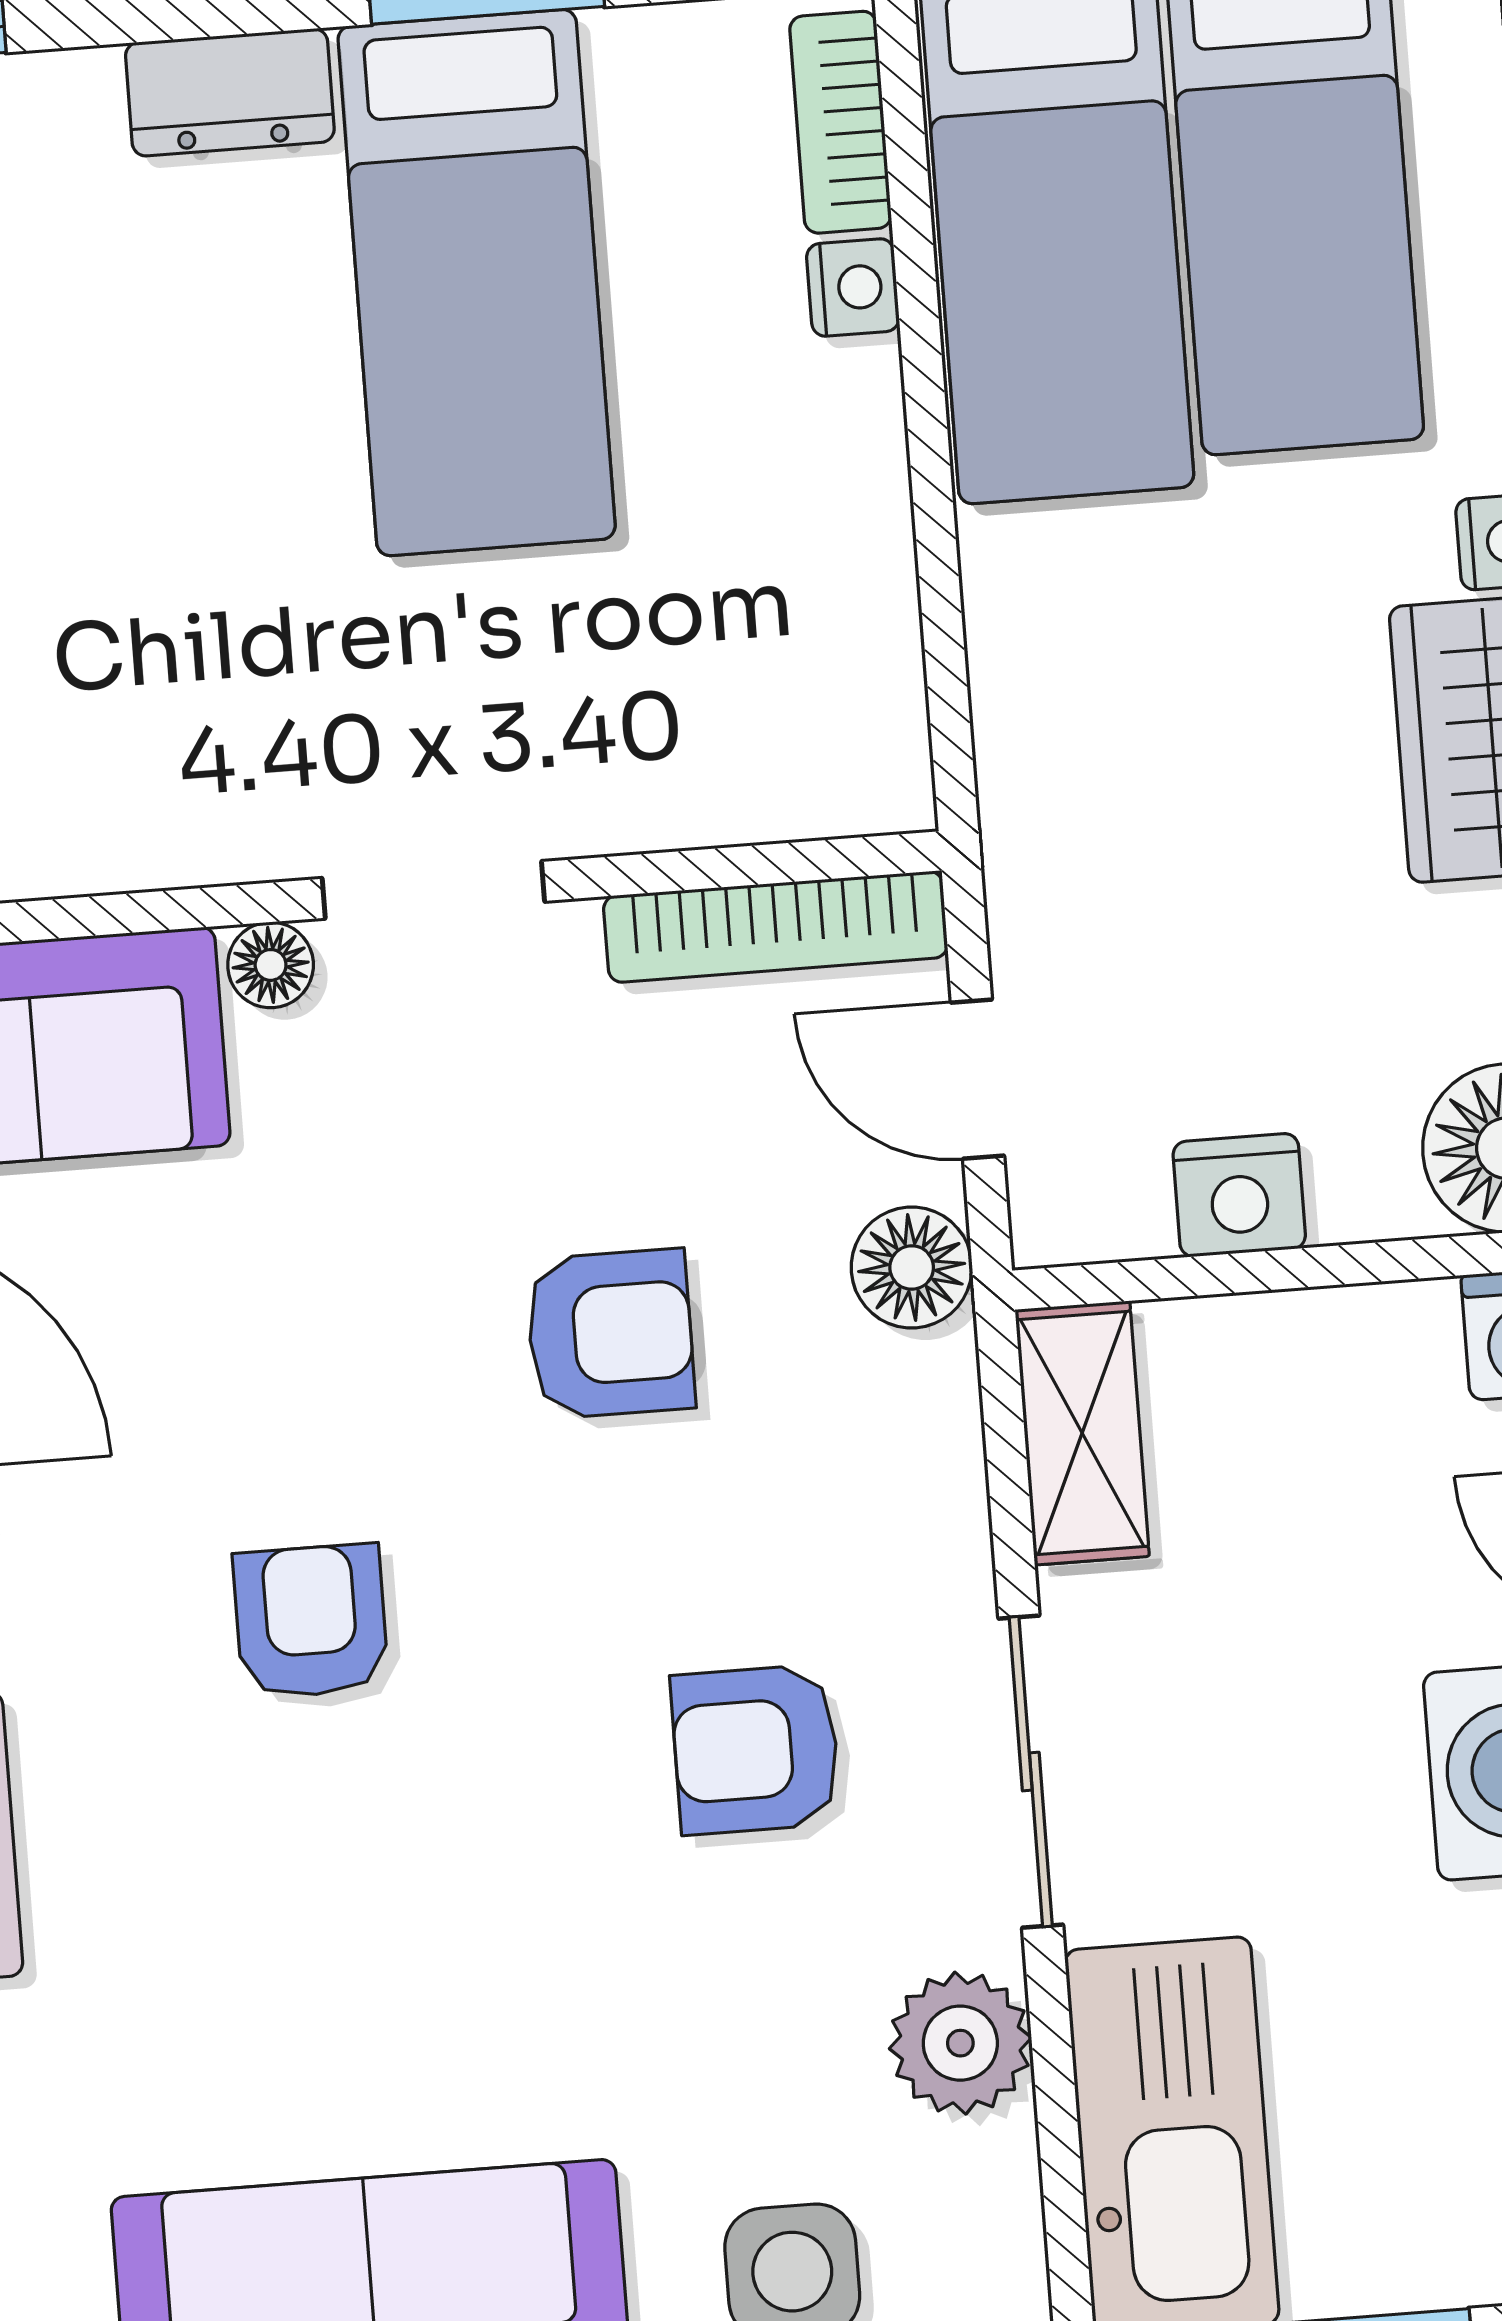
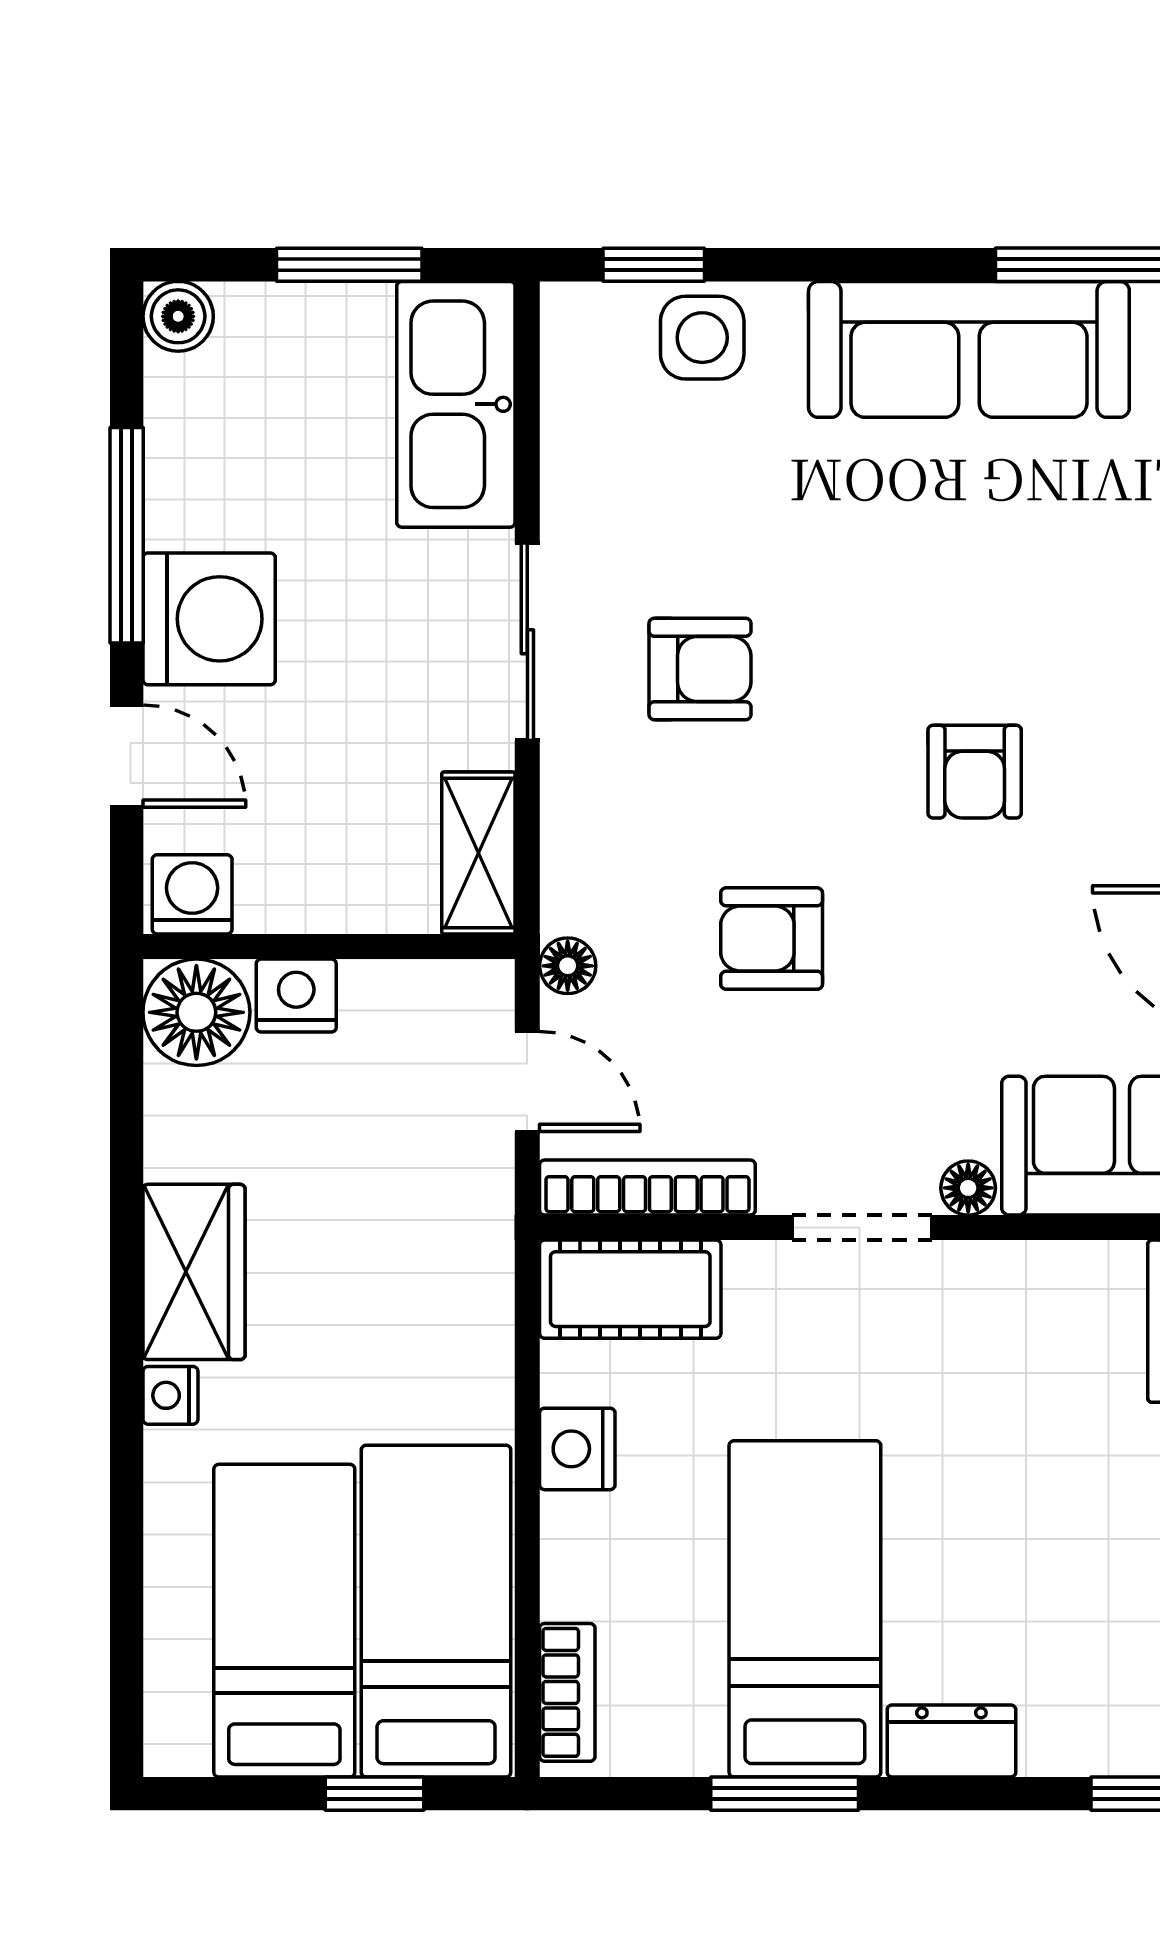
nightstand: (853, 288) -> (577, 1449), moved, width x1.39, depth x1.35
cot: (790, 765) -> (630, 1289), added
nightstand: (1239, 1195) -> (296, 996), moved
floor lamp: (912, 1267) -> (568, 966), width x0.73, depth x0.73
plant: (960, 2043) -> (585, 474), removed

